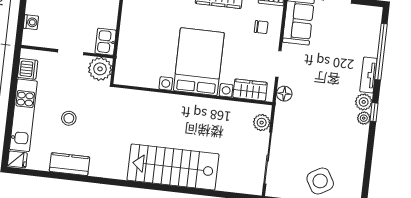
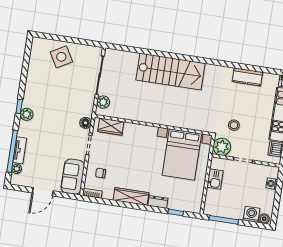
kitchen sink: (106, 42) -> (215, 179), moved
bed with nightstands: (199, 62) -> (182, 154), moved
tv unit: (368, 75) -> (20, 150), moved
stool: (69, 118) -> (234, 125), moved
plant: (364, 118) -> (17, 169), moved

